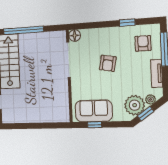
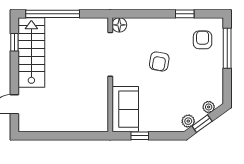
tv unit: (157, 73) -> (217, 76), removed
plant: (135, 105) -> (188, 121), width x0.53, depth x0.53
sofa: (94, 111) -> (125, 109), moved, turned 90

